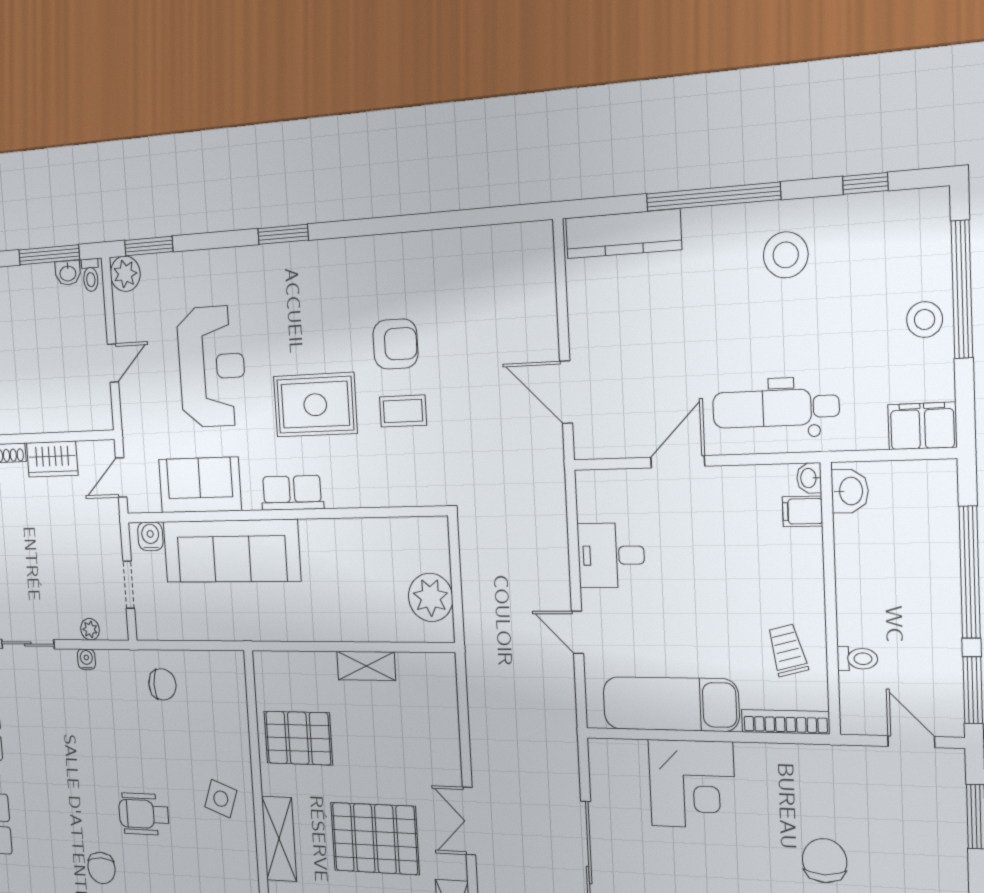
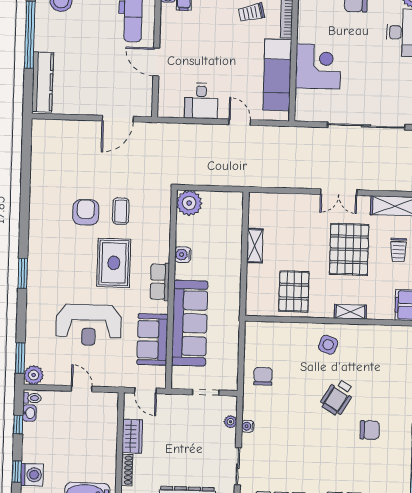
window: (49, 255) -> (18, 425), width x0.46
reception desk: (212, 367) -> (89, 325), turned 180
water cooler: (150, 536) -> (183, 255), moved
plant: (431, 597) -> (189, 203), moved
door: (578, 632) -> (240, 122), swing flipped
wheelchair: (144, 814) -> (338, 397), turned 31
shelving: (279, 839) -> (350, 312), width x0.67, depth x0.75

